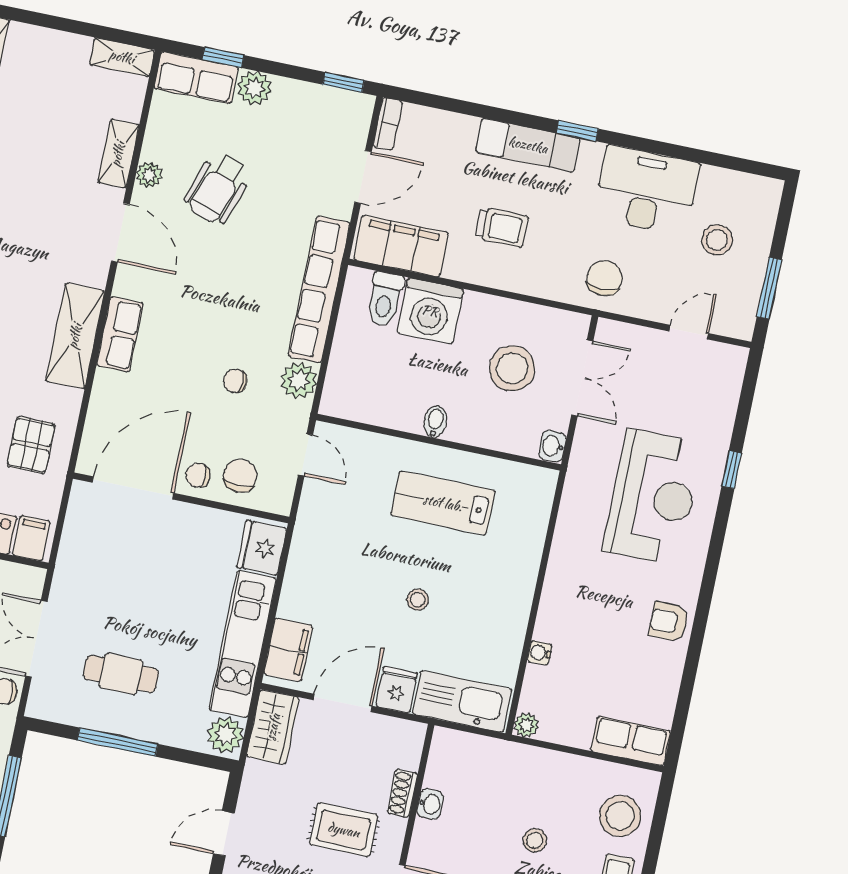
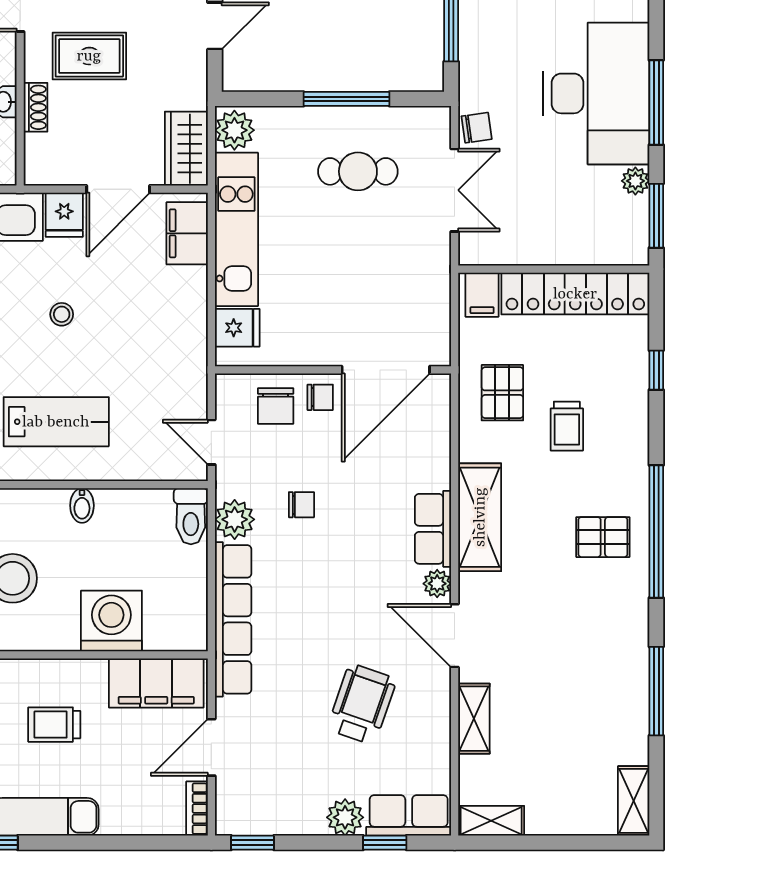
plant: (149, 175) -> (437, 584), moved
toilet: (385, 299) -> (191, 516), moved, turned 180
fridge: (262, 548) -> (237, 328), width x0.72

